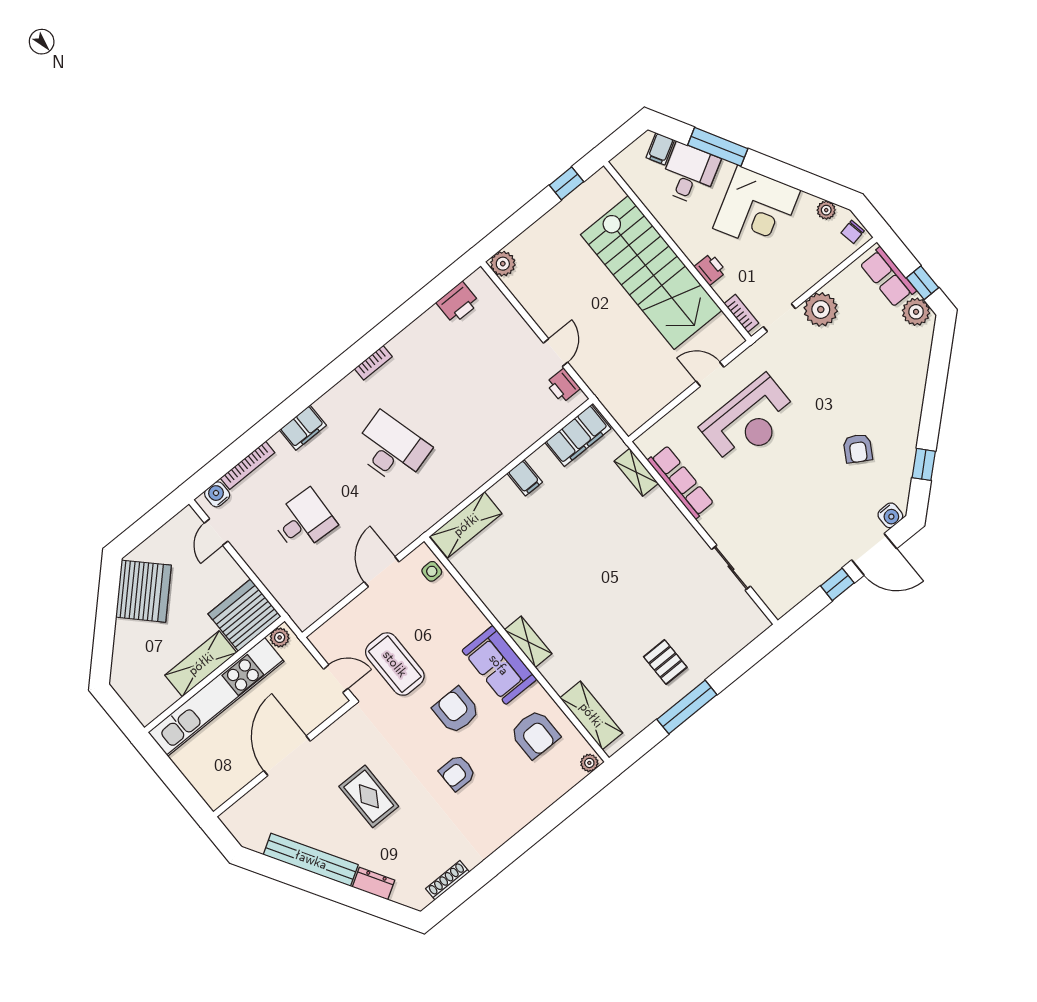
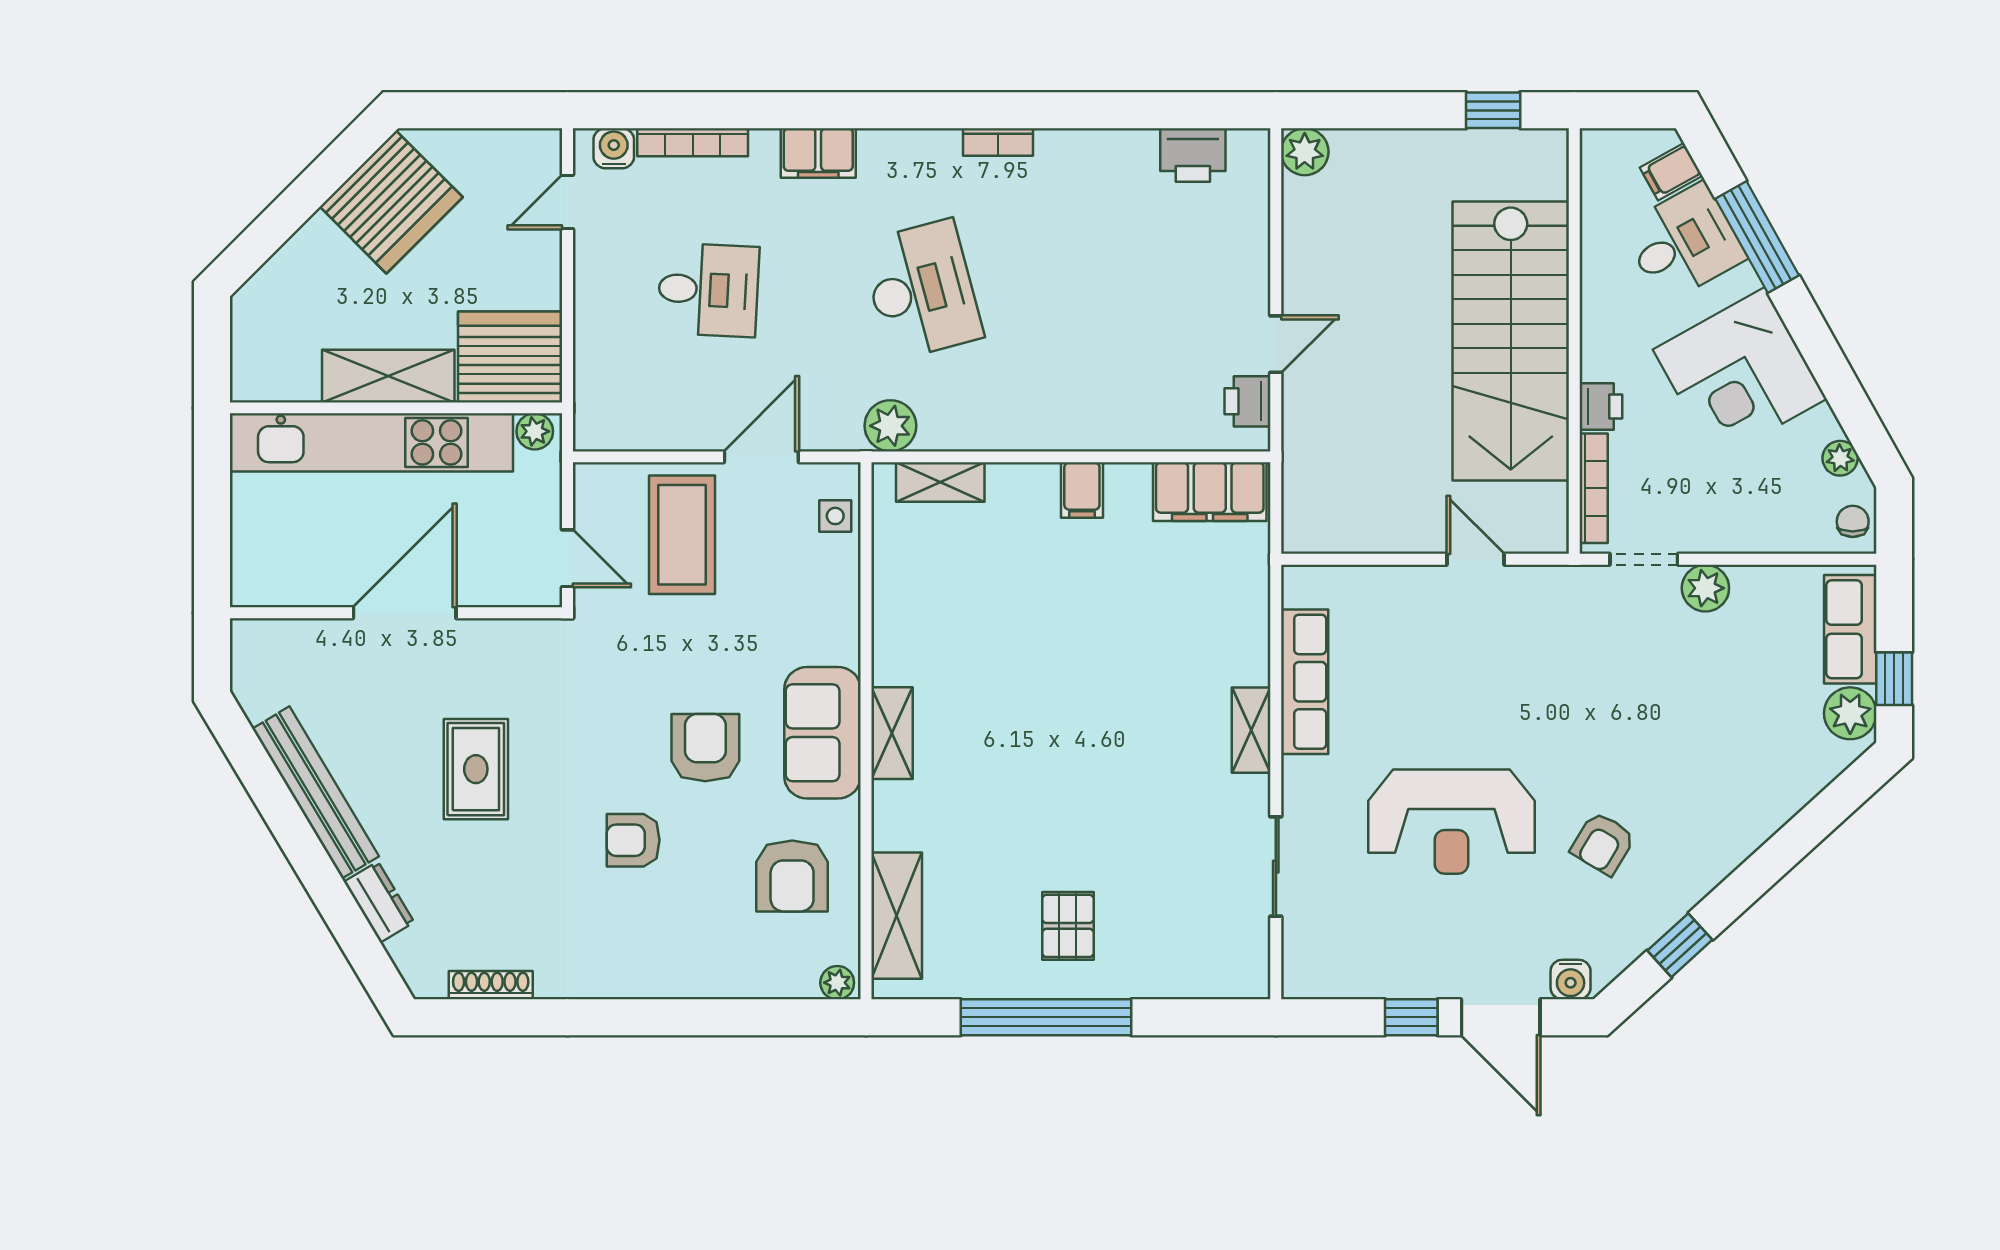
chair: (853, 232) -> (1853, 521), turned 101
plant: (821, 309) -> (1705, 588), width x0.73, depth x0.73
bookcase: (741, 313) -> (1594, 488), width x1.56
reception desk: (749, 421) -> (1451, 822), moved
shelving: (636, 472) -> (1251, 730), moved
plant: (424, 516) -> (890, 426), added
shelving: (466, 525) -> (940, 482), width x0.67, depth x0.75
coffee table: (395, 664) -> (682, 535), moved
window: (687, 707) -> (1046, 1017), width x1.46

